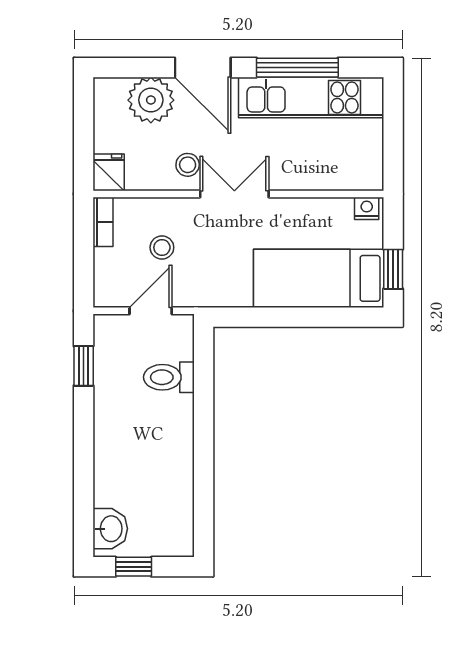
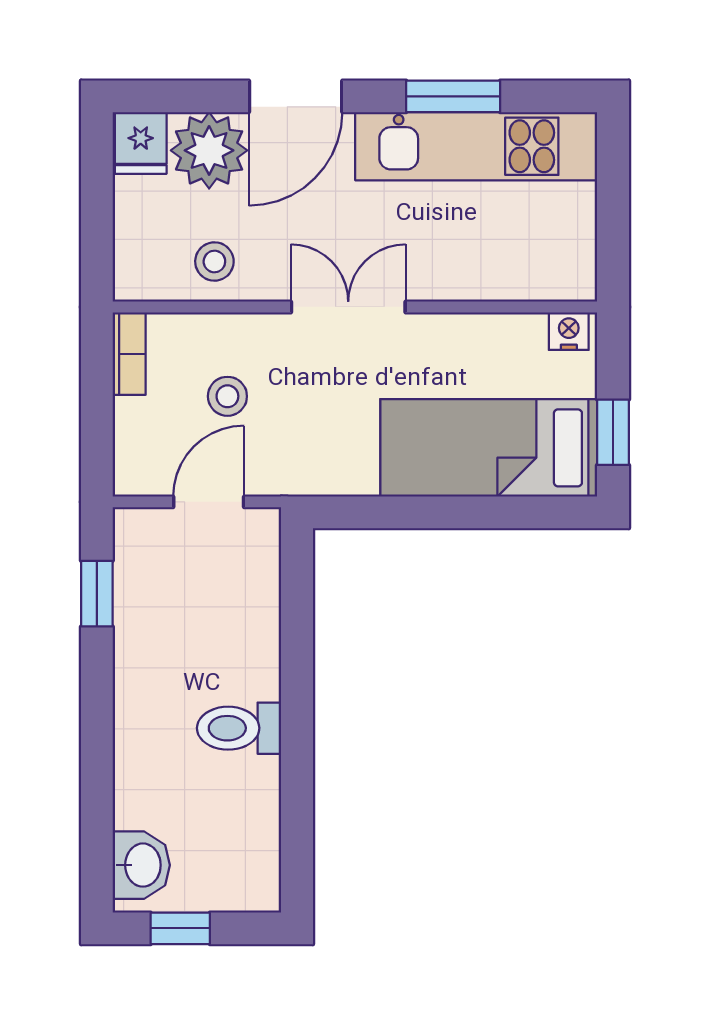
door: (203, 68) -> (296, 96), hinge flipped
window: (297, 68) -> (453, 96), width x0.69
stool: (188, 165) -> (214, 261), moved
fridge: (109, 172) -> (141, 143), moved, turned 180
toilet: (169, 377) -> (239, 728), moved

